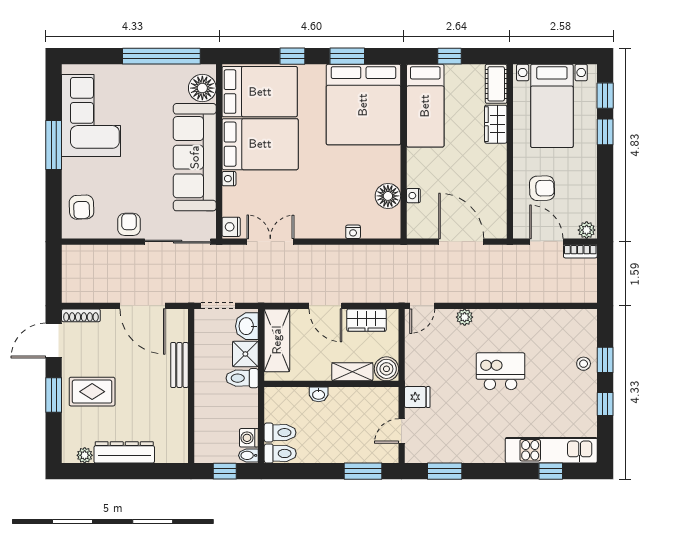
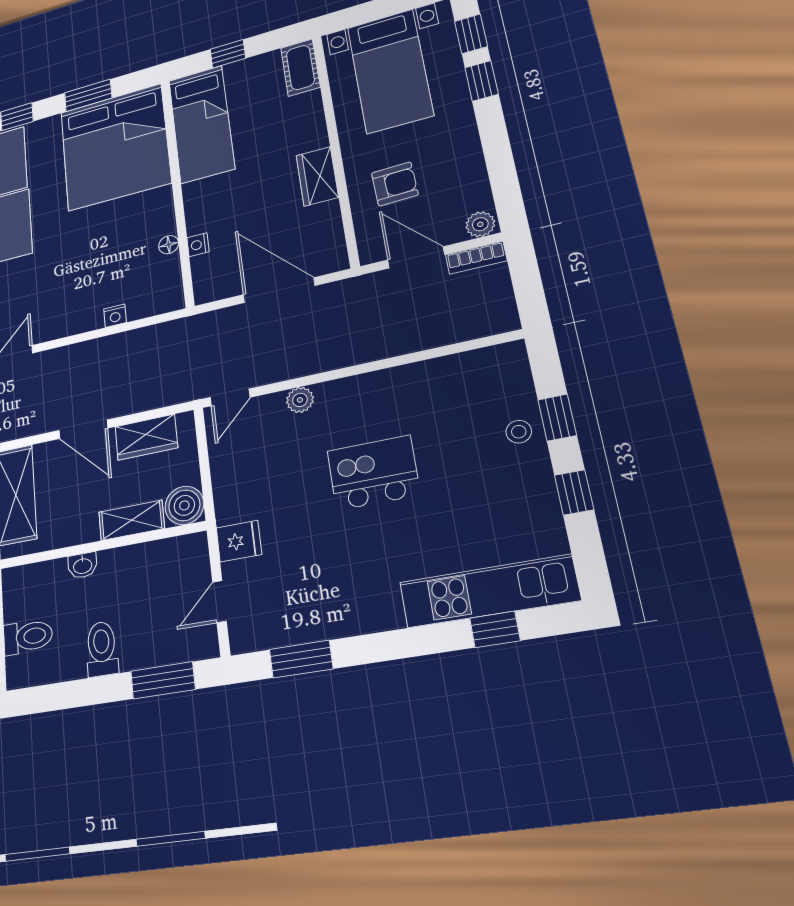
wardrobe: (496, 124) -> (317, 176), moved
floor lamp: (388, 196) -> (169, 245), width x0.53, depth x0.53
toilet: (280, 453) -> (102, 649), moved, turned -90

